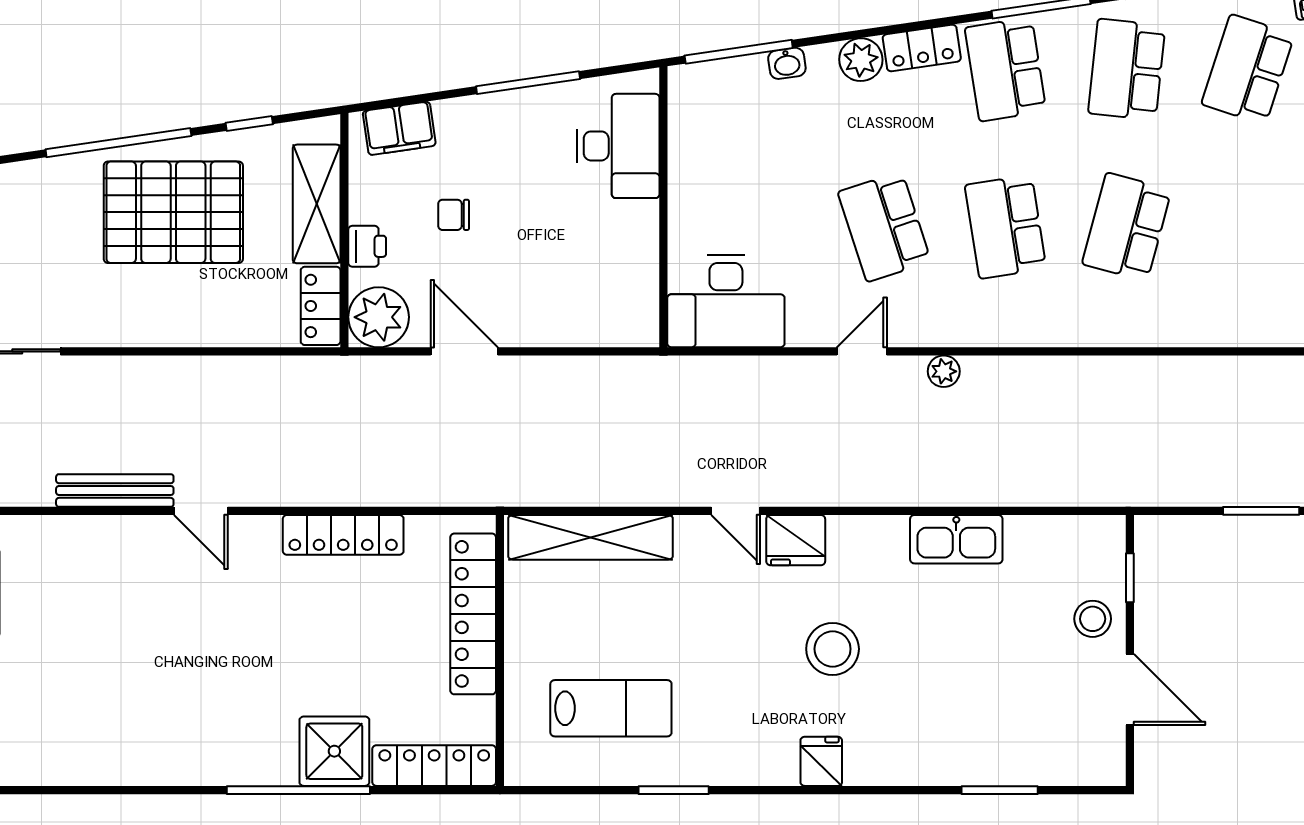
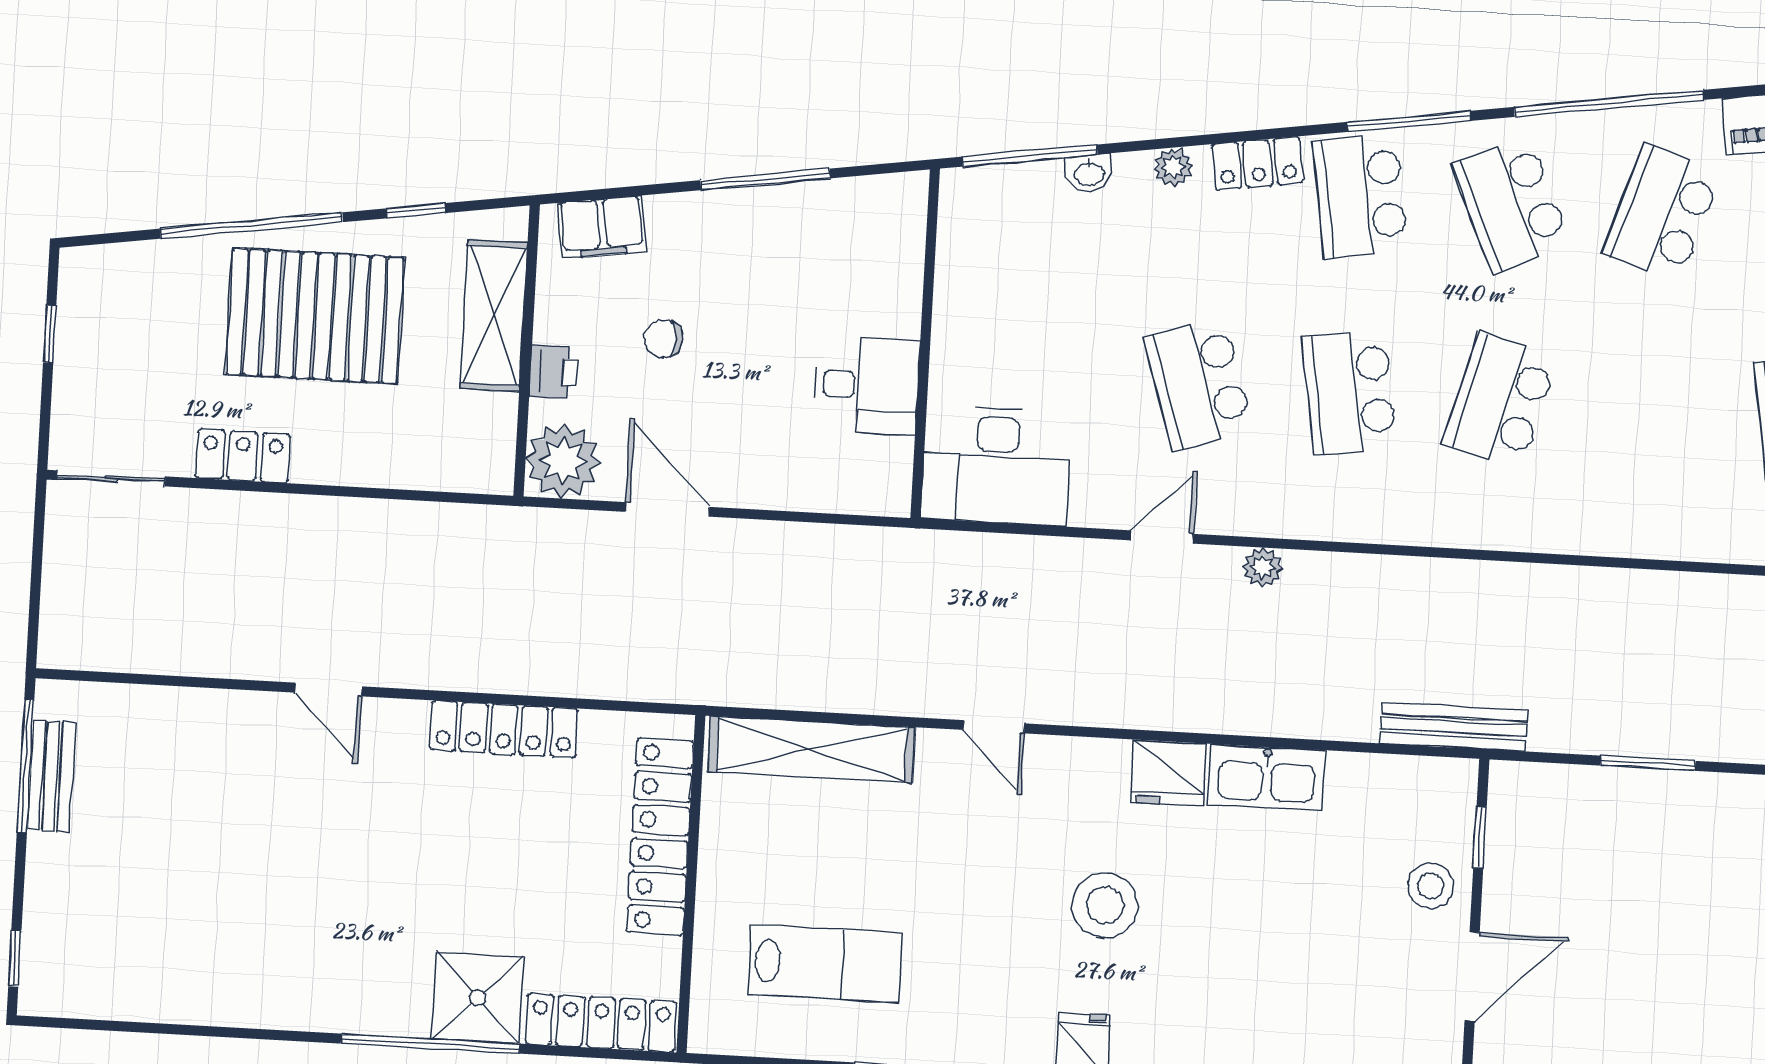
plant: (861, 60) -> (1173, 167), width x0.73, depth x0.73
school desk: (1127, 69) -> (1511, 204), turned -30
desk: (618, 146) -> (867, 385), moved, width x0.73
locker: (321, 306) -> (243, 456), moved, turned 90
bench: (115, 491) -> (1454, 727), moved
fridge: (796, 540) -> (1169, 773), moved
door: (1130, 690) -> (1472, 976), hinge flipped

